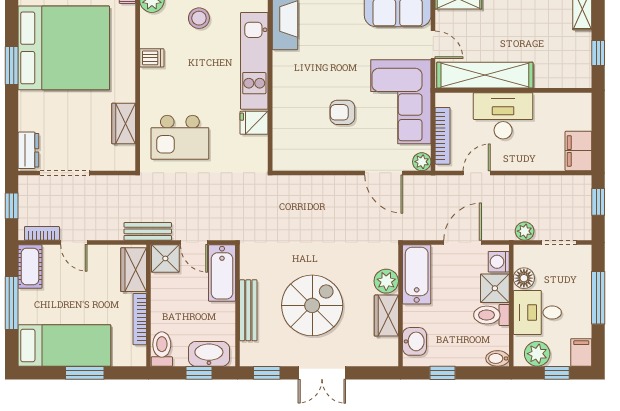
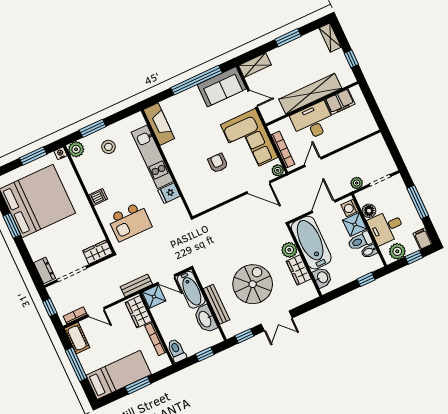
dishwasher: (152, 58) -> (98, 197), moved
shelving: (485, 75) -> (310, 94), moved
armchair: (342, 112) -> (218, 163), turned 90
wardrobe: (124, 123) -> (98, 252), moved, turned 90
filing cabinet: (578, 151) -> (340, 102), moved, turned -90
window: (598, 202) -> (392, 146), removed
bathtub: (417, 274) -> (311, 243), width x1.36, depth x1.36
washbasin: (209, 354) -> (205, 319), moved, turned -90
bidet: (498, 358) -> (369, 251), moved
window: (442, 373) -> (366, 279), moved

